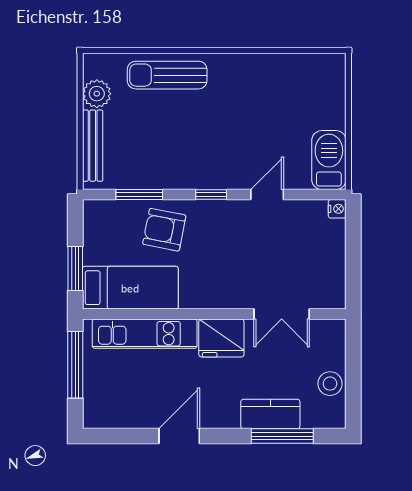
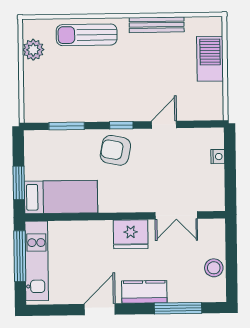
bench: (93, 146) -> (157, 25), moved, turned 90
barbecue: (329, 160) -> (210, 59), moved
nightstand: (337, 209) -> (218, 157), moved
armchair: (164, 230) -> (115, 150), moved
kitchen unit: (145, 334) -> (37, 261), moved, turned -90
kitchen counter: (270, 414) -> (144, 292), moved

